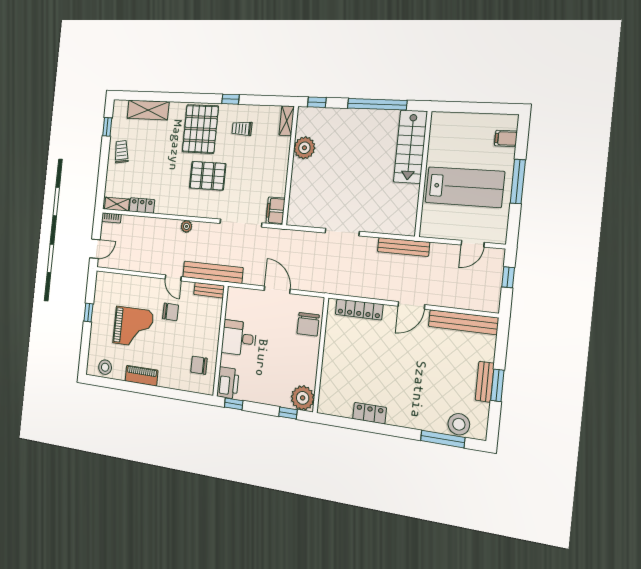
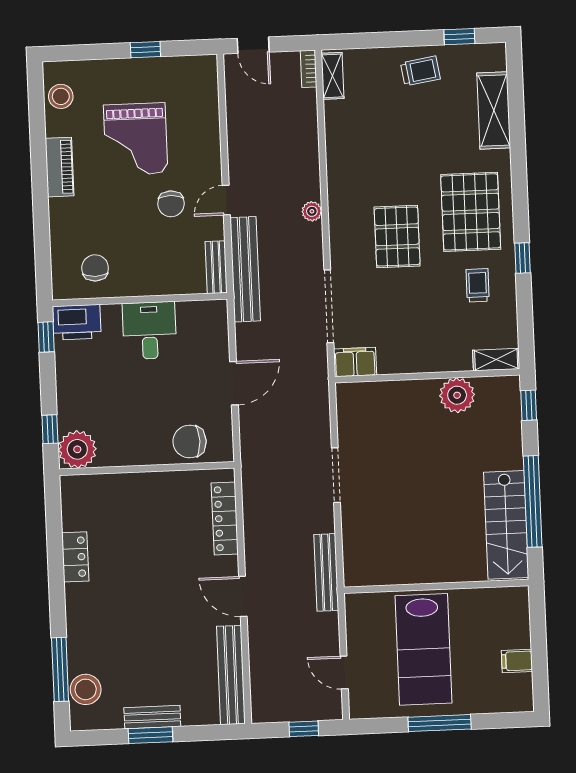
pallet: (200, 129) -> (471, 212), turned 90
filing cabinet: (506, 138) -> (517, 661), moved, turned -90
stairs: (410, 147) -> (506, 525), moved, turned -90
locker: (142, 206) -> (336, 124), removed

